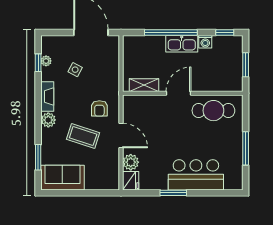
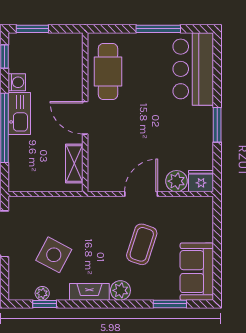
window: (246, 65) -> (32, 29), moved
side table: (75, 70) -> (54, 255), width x1.87, depth x1.87
armchair: (99, 108) -> (105, 223), removed
bar counter: (196, 175) -> (193, 69), moved

